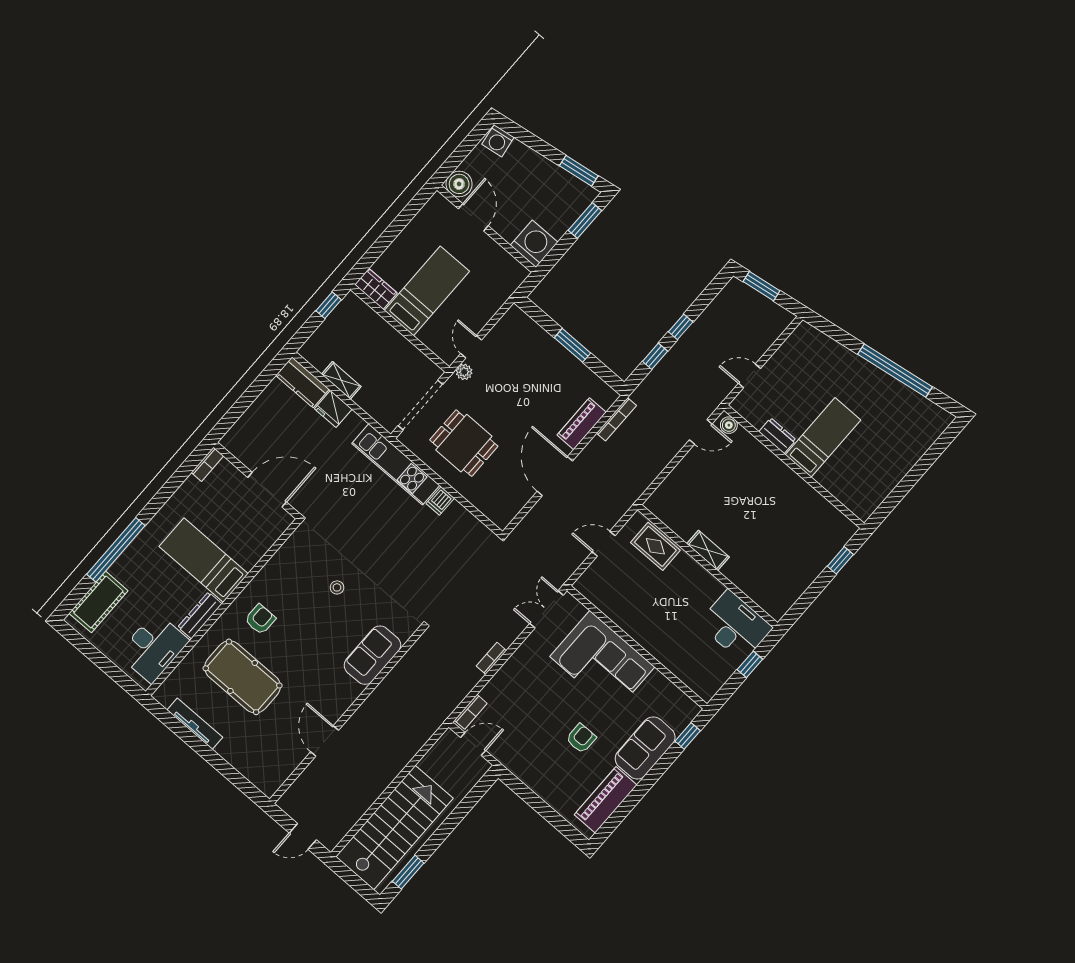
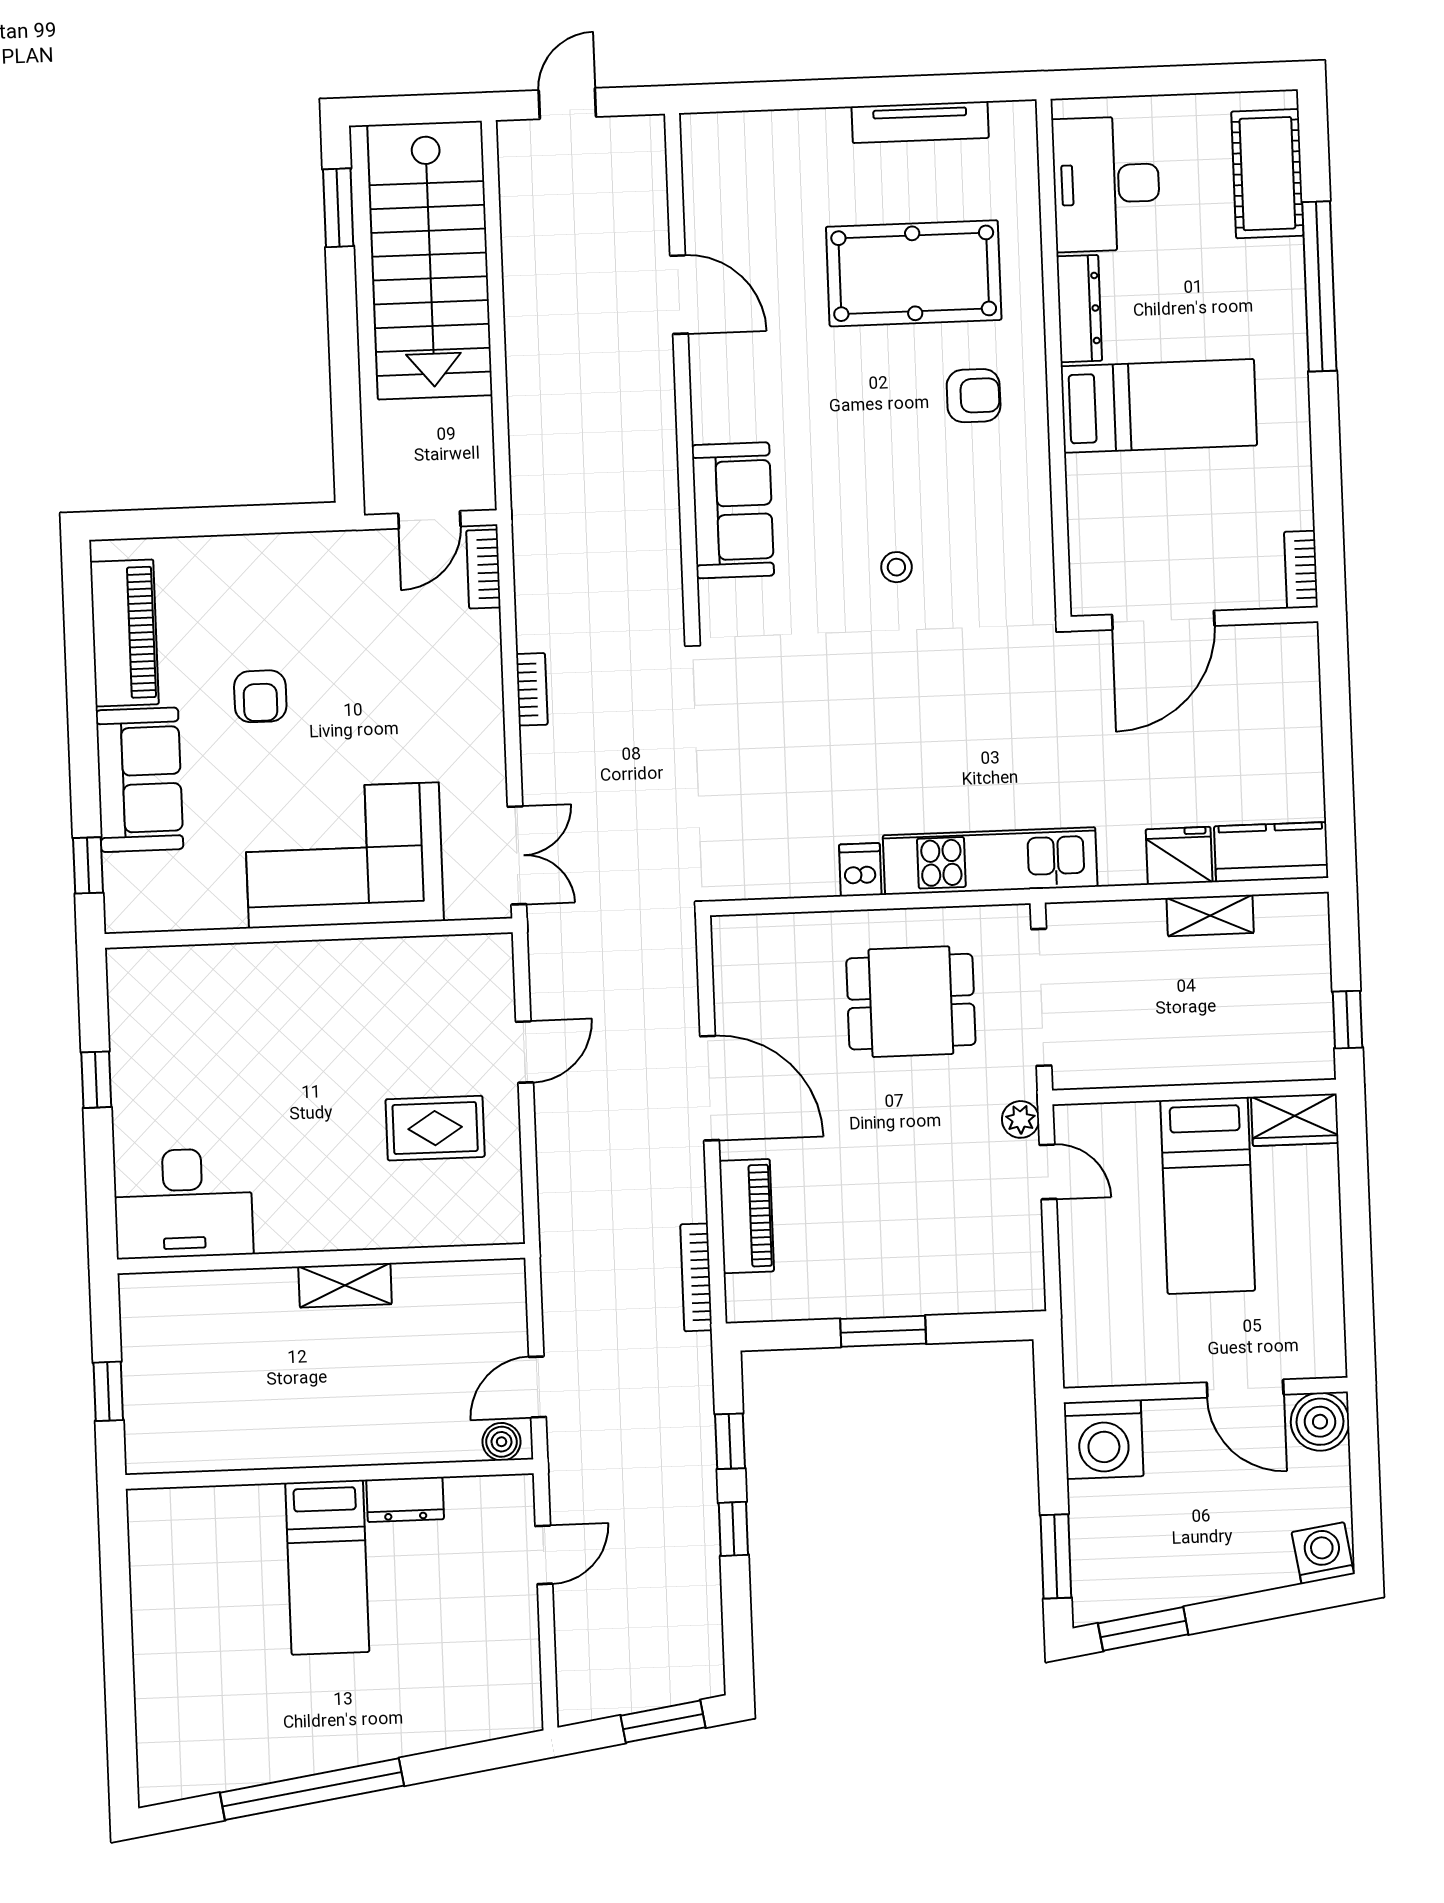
shelving: (708, 550) -> (345, 1285), moved
wall: (708, 566) -> (321, 1259), moved
armchair: (260, 619) -> (974, 396), turned -90
desk: (735, 626) -> (183, 1203), moved

